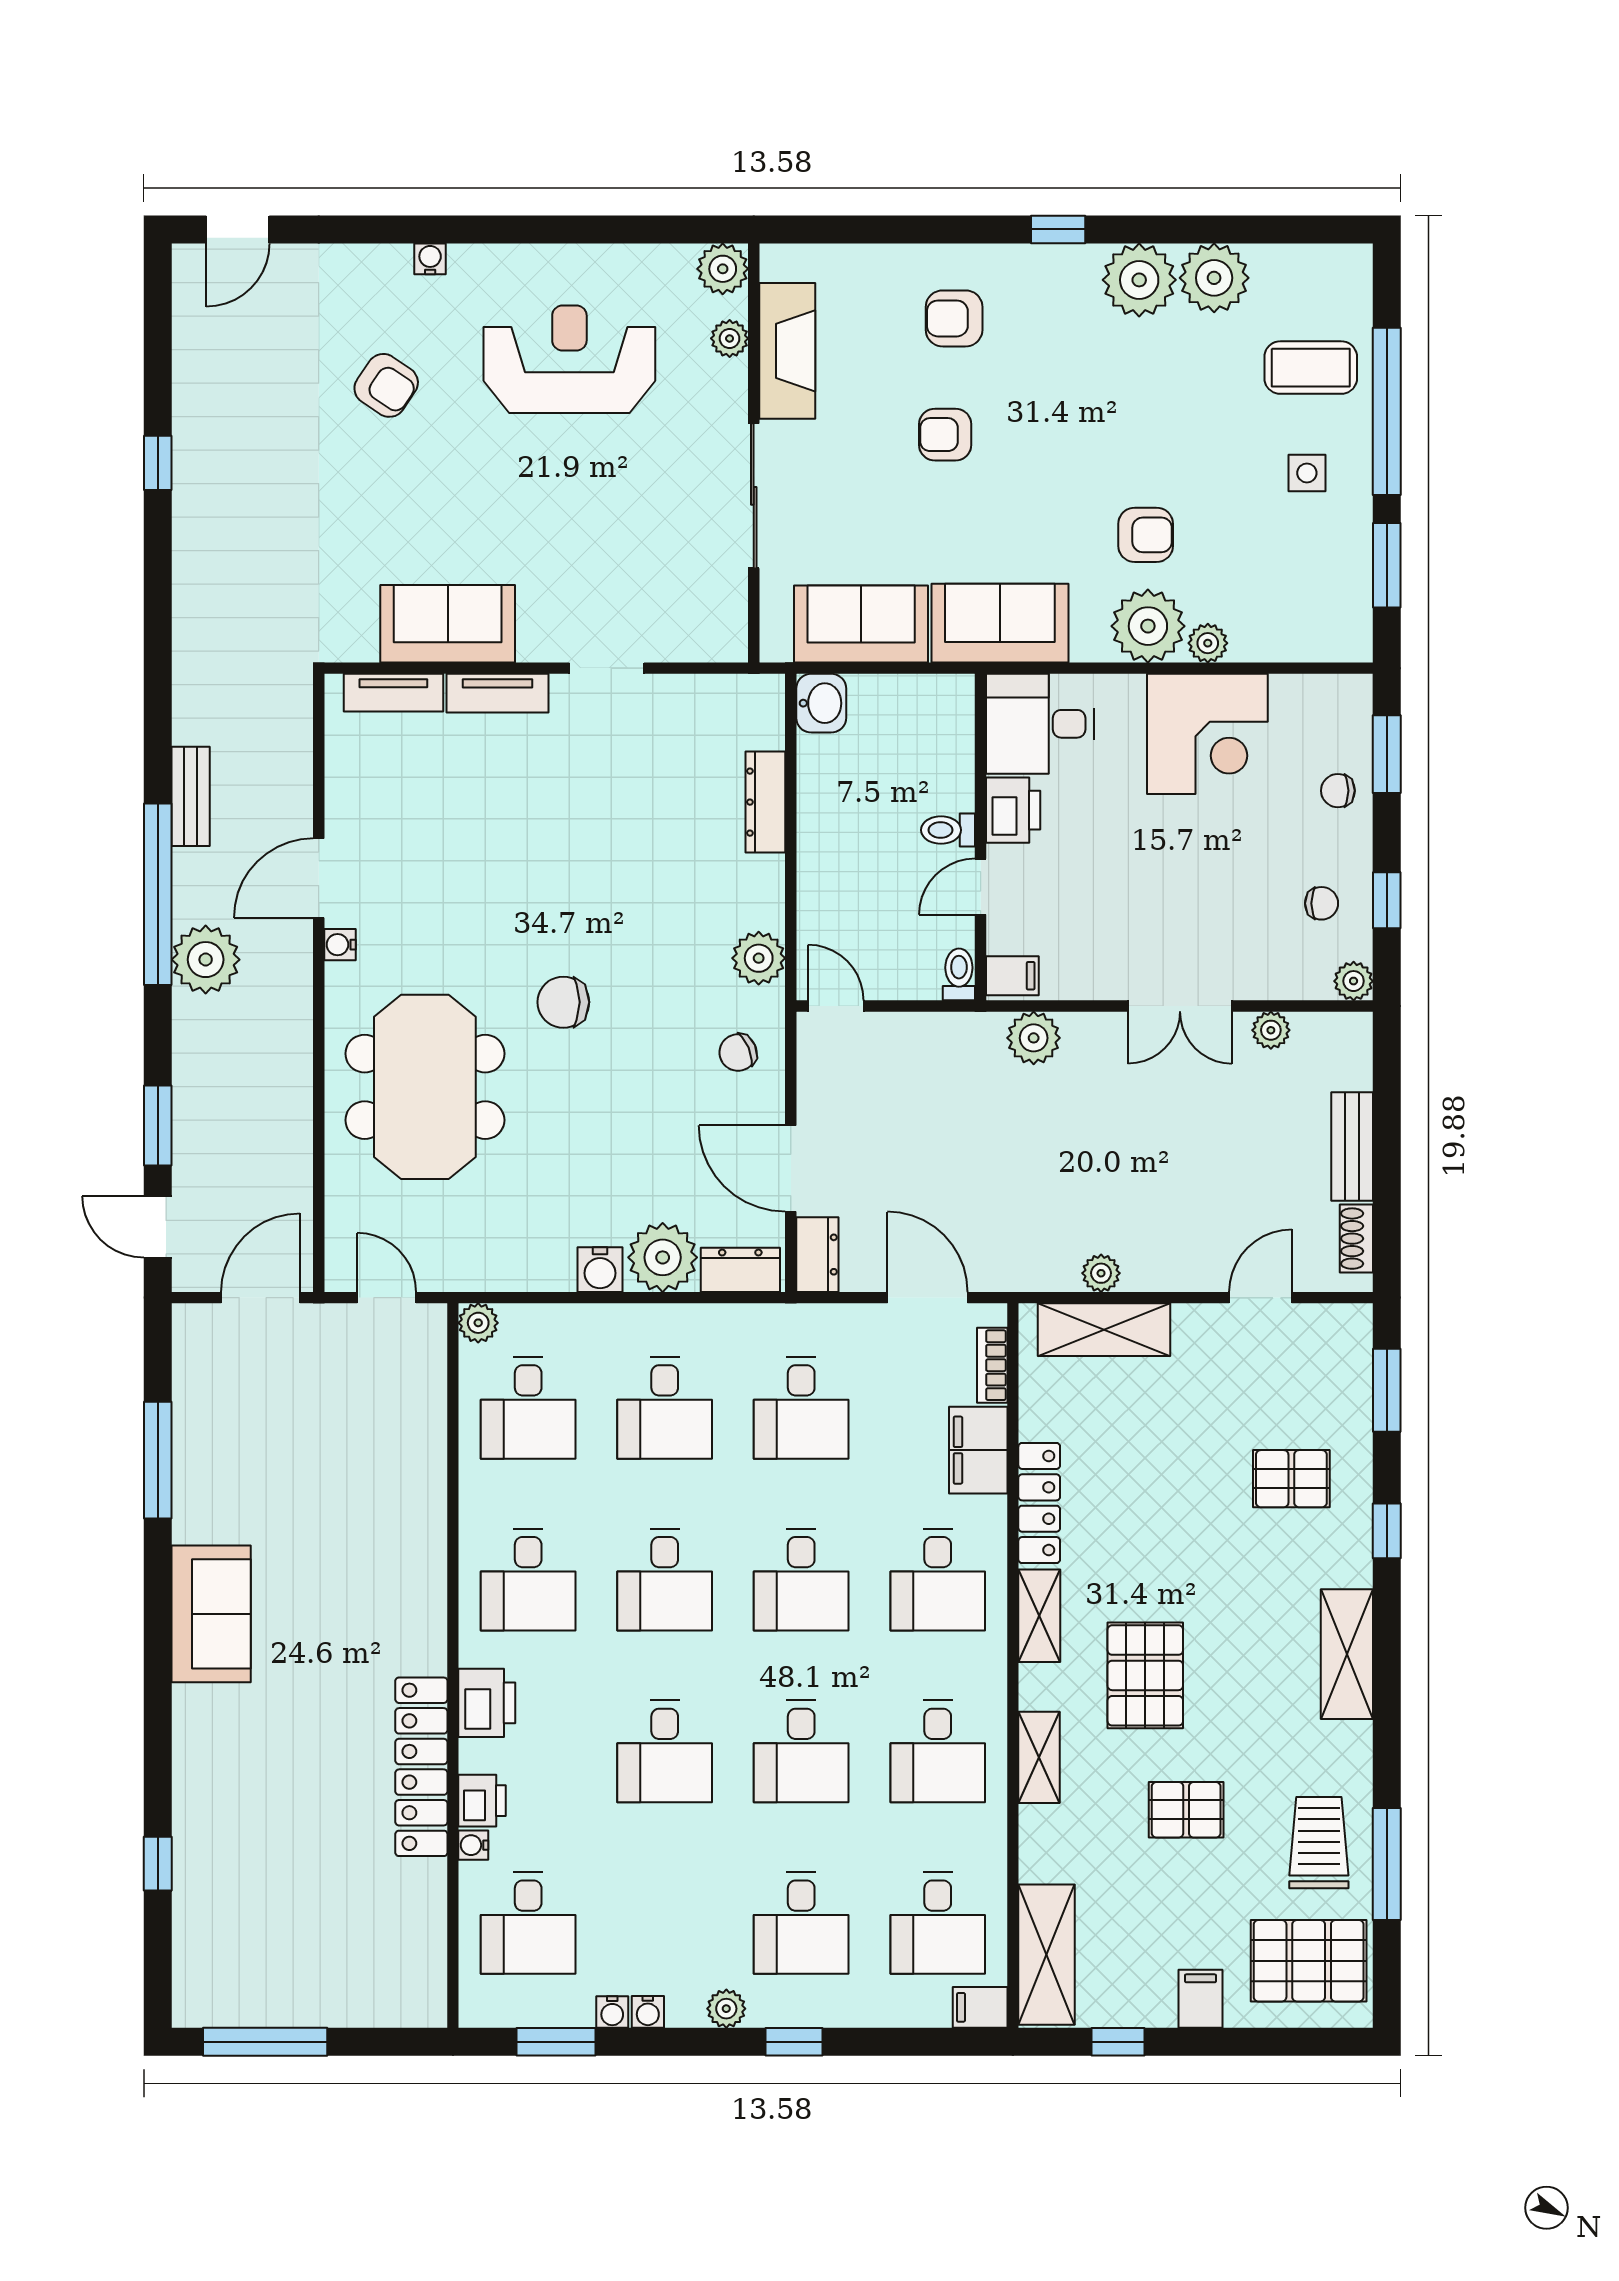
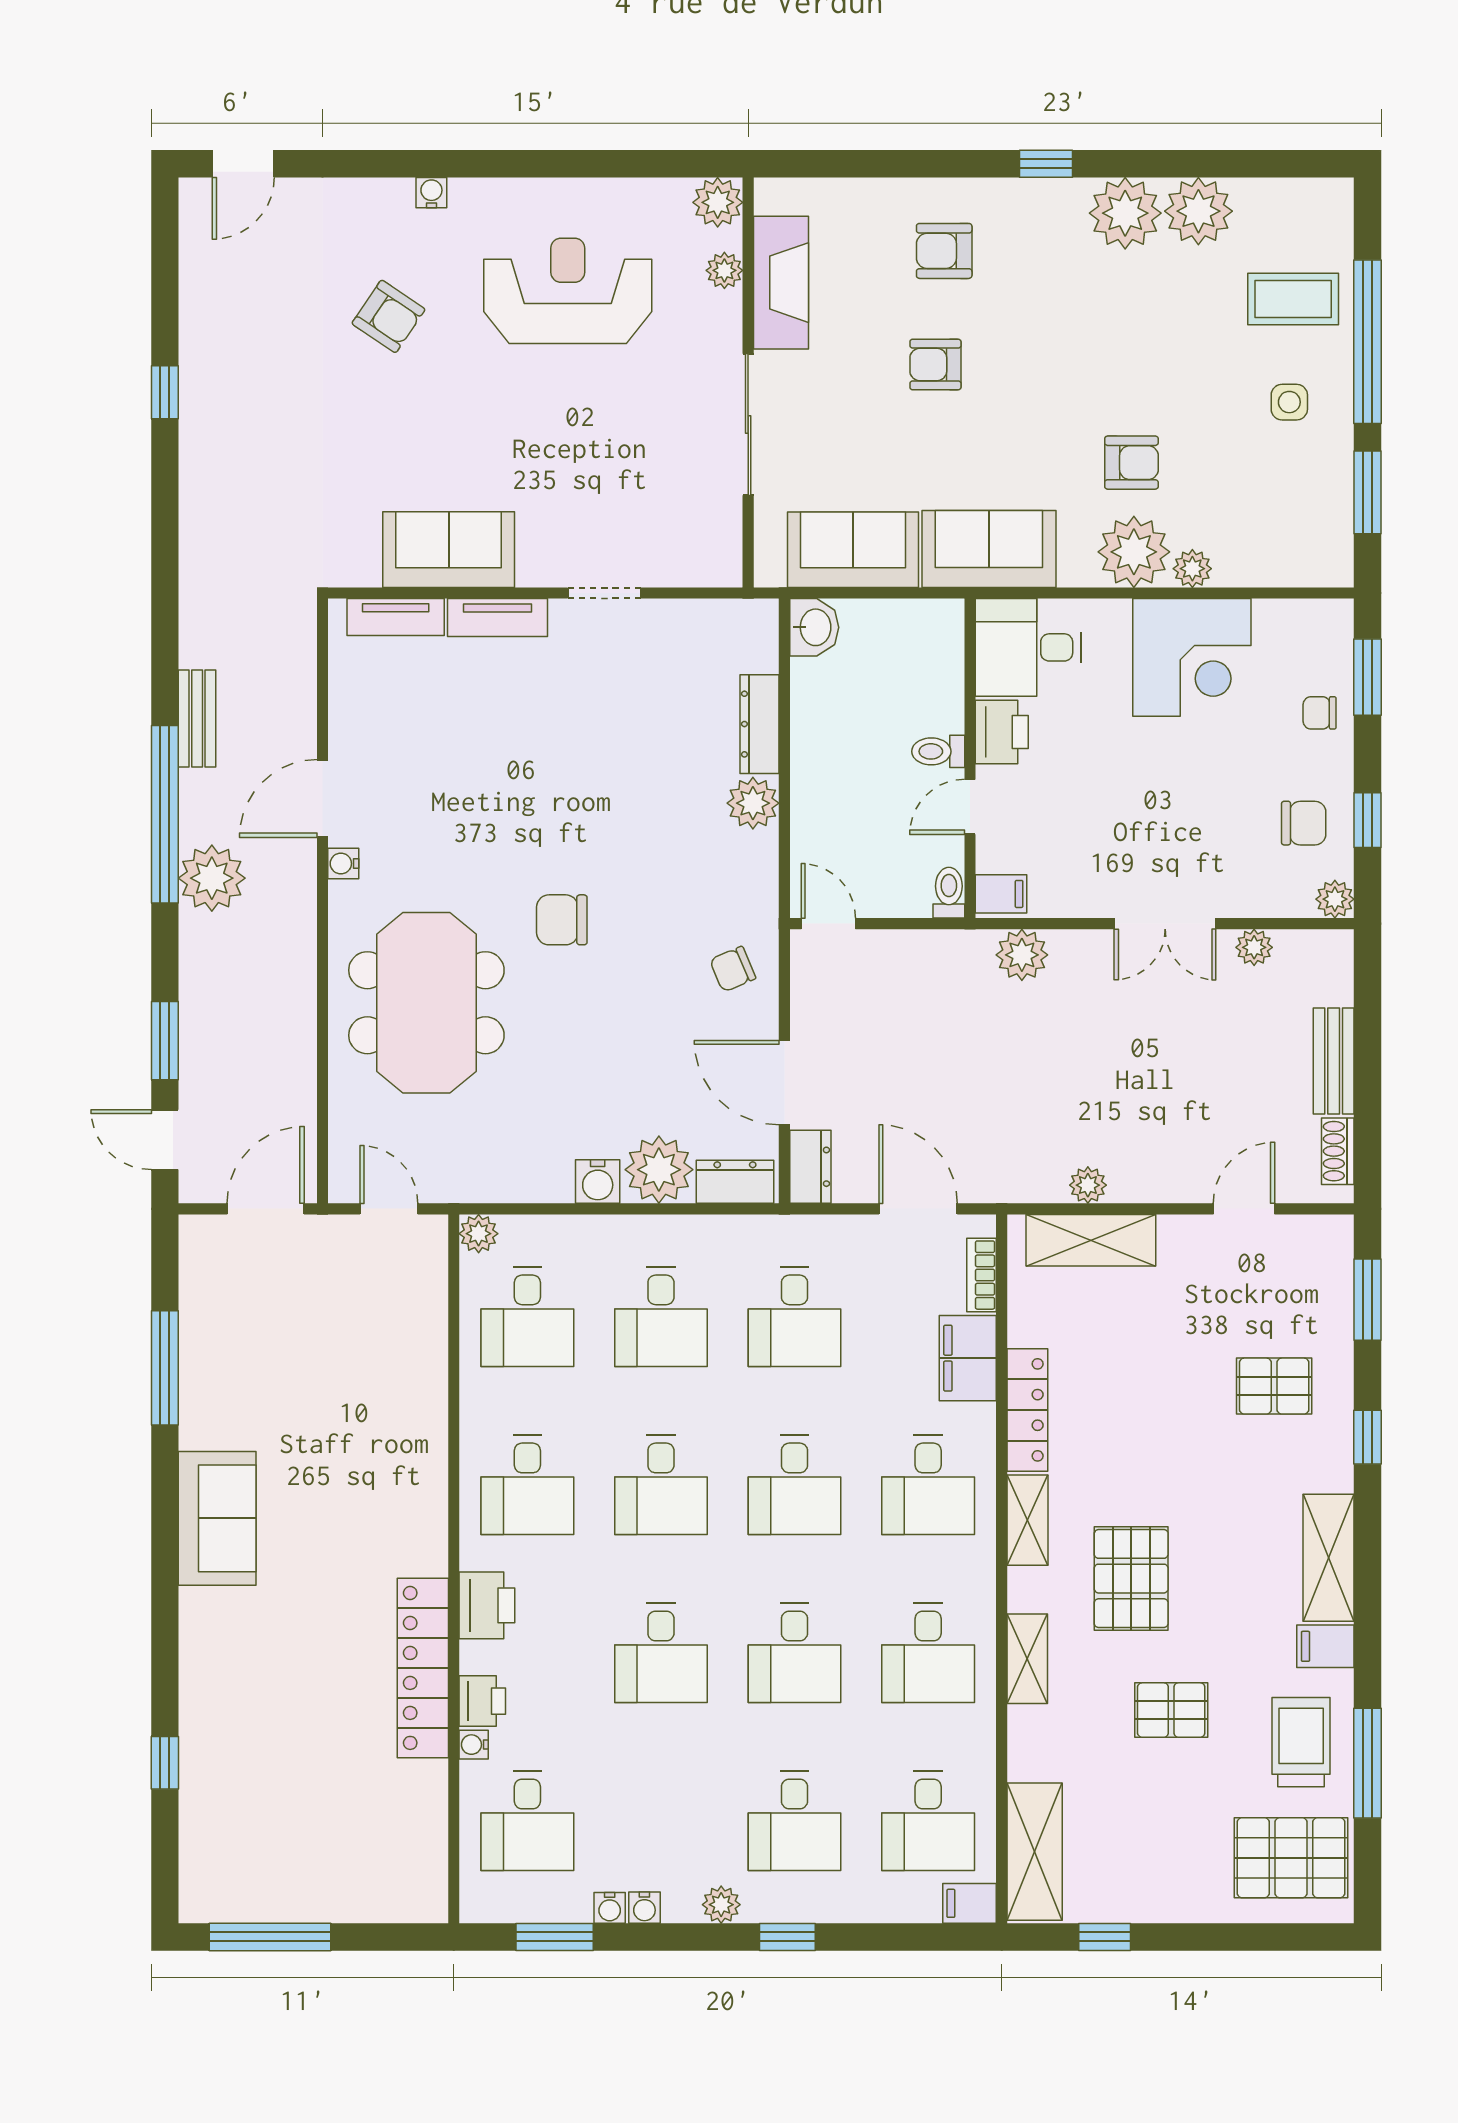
chair: (1322, 903) -> (1304, 823), width x1.37, depth x1.37
plant: (759, 958) -> (753, 803), moved
filing cabinet: (1201, 1999) -> (1325, 1646), moved, turned -90

